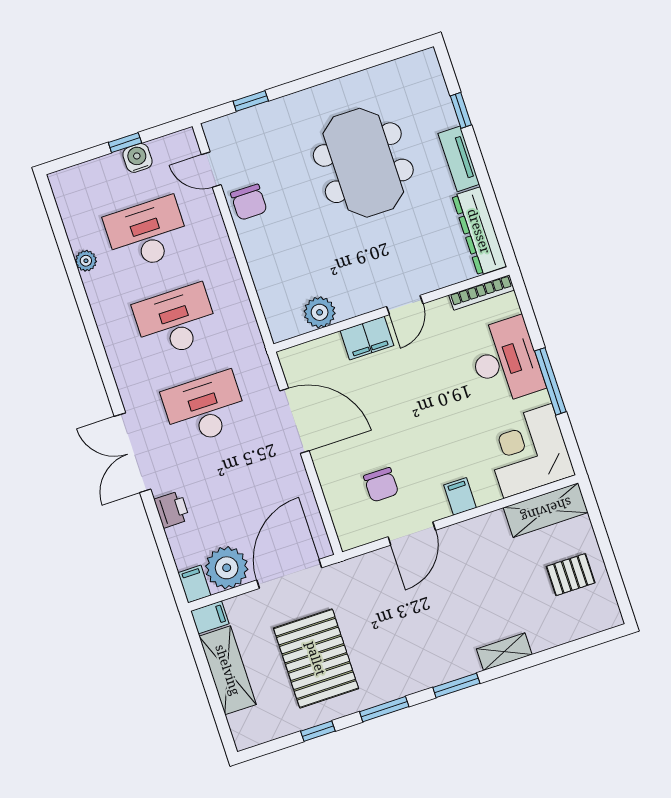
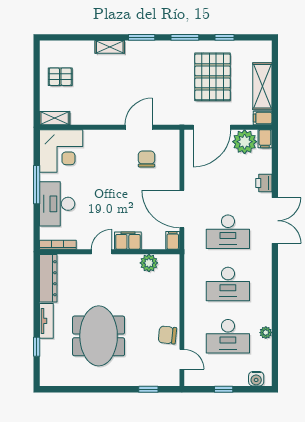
water cooler: (137, 158) -> (256, 379), moved
chair: (249, 202) -> (167, 335), turned -84
filing cabinet: (460, 496) -> (173, 240), moved, turned 180
shelving: (546, 510) -> (55, 118), width x0.67, depth x0.75

